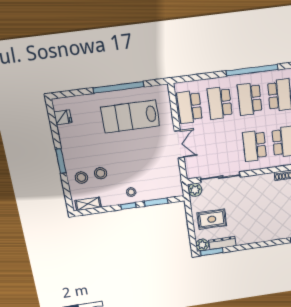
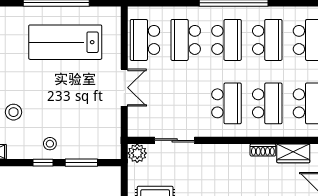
school desk: (250, 99) -> (226, 40), turned 180
school desk: (255, 146) -> (226, 103), turned 180
sliding door: (221, 177) -> (175, 140), width x0.73

